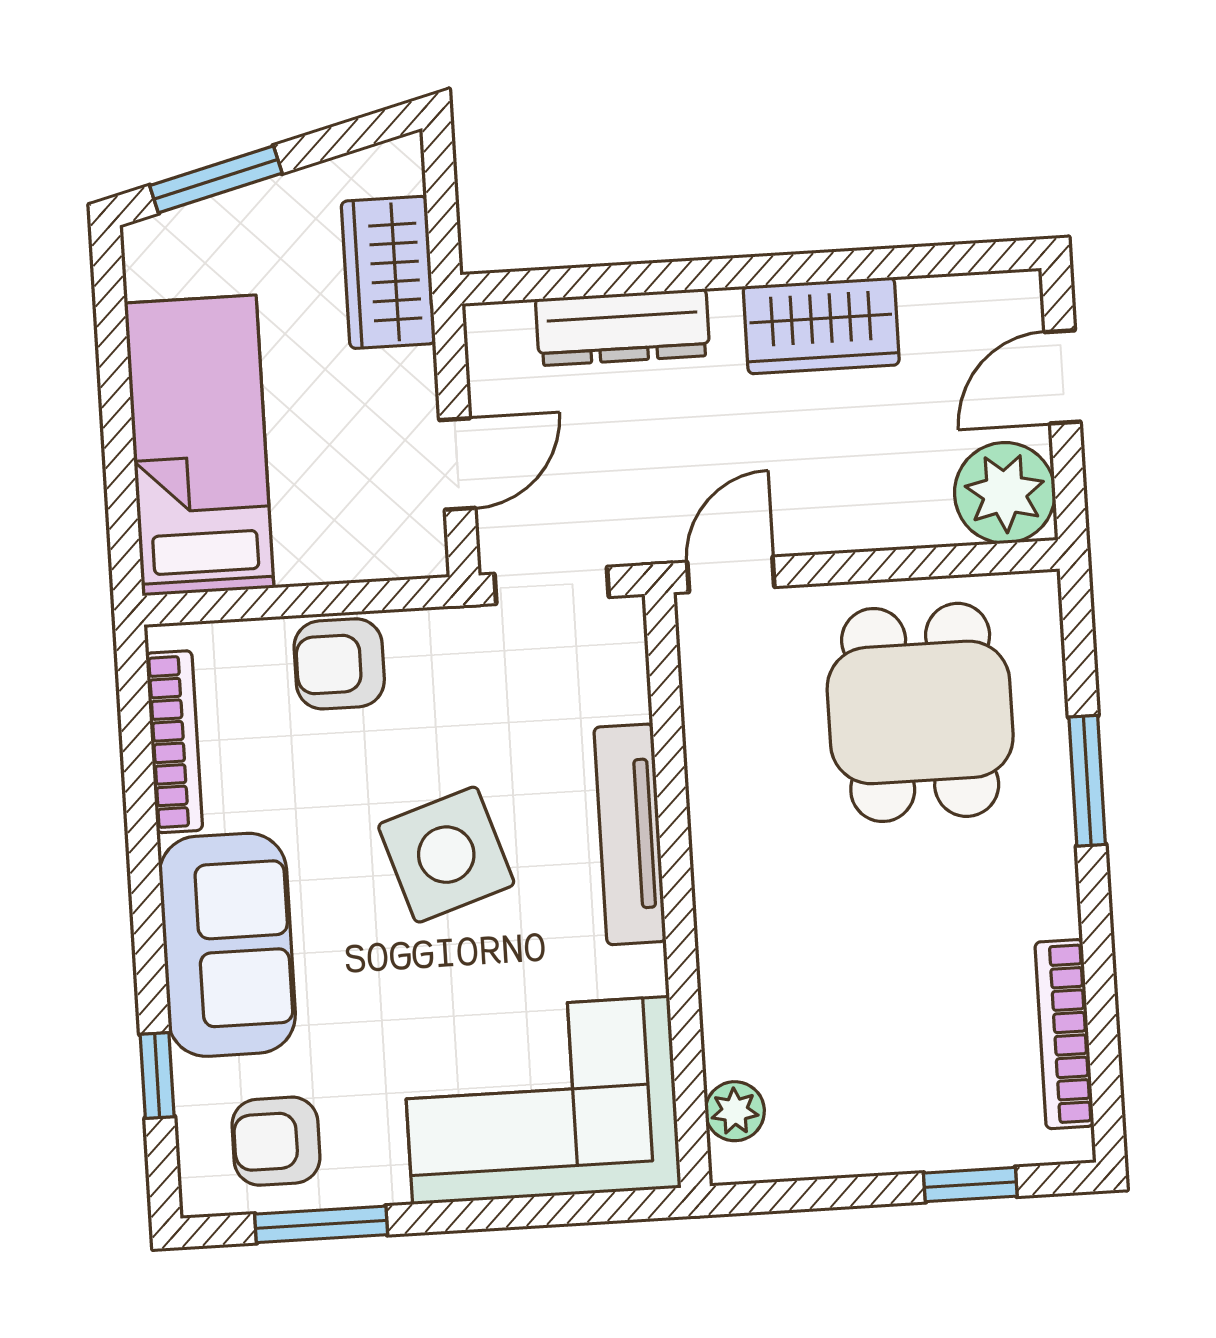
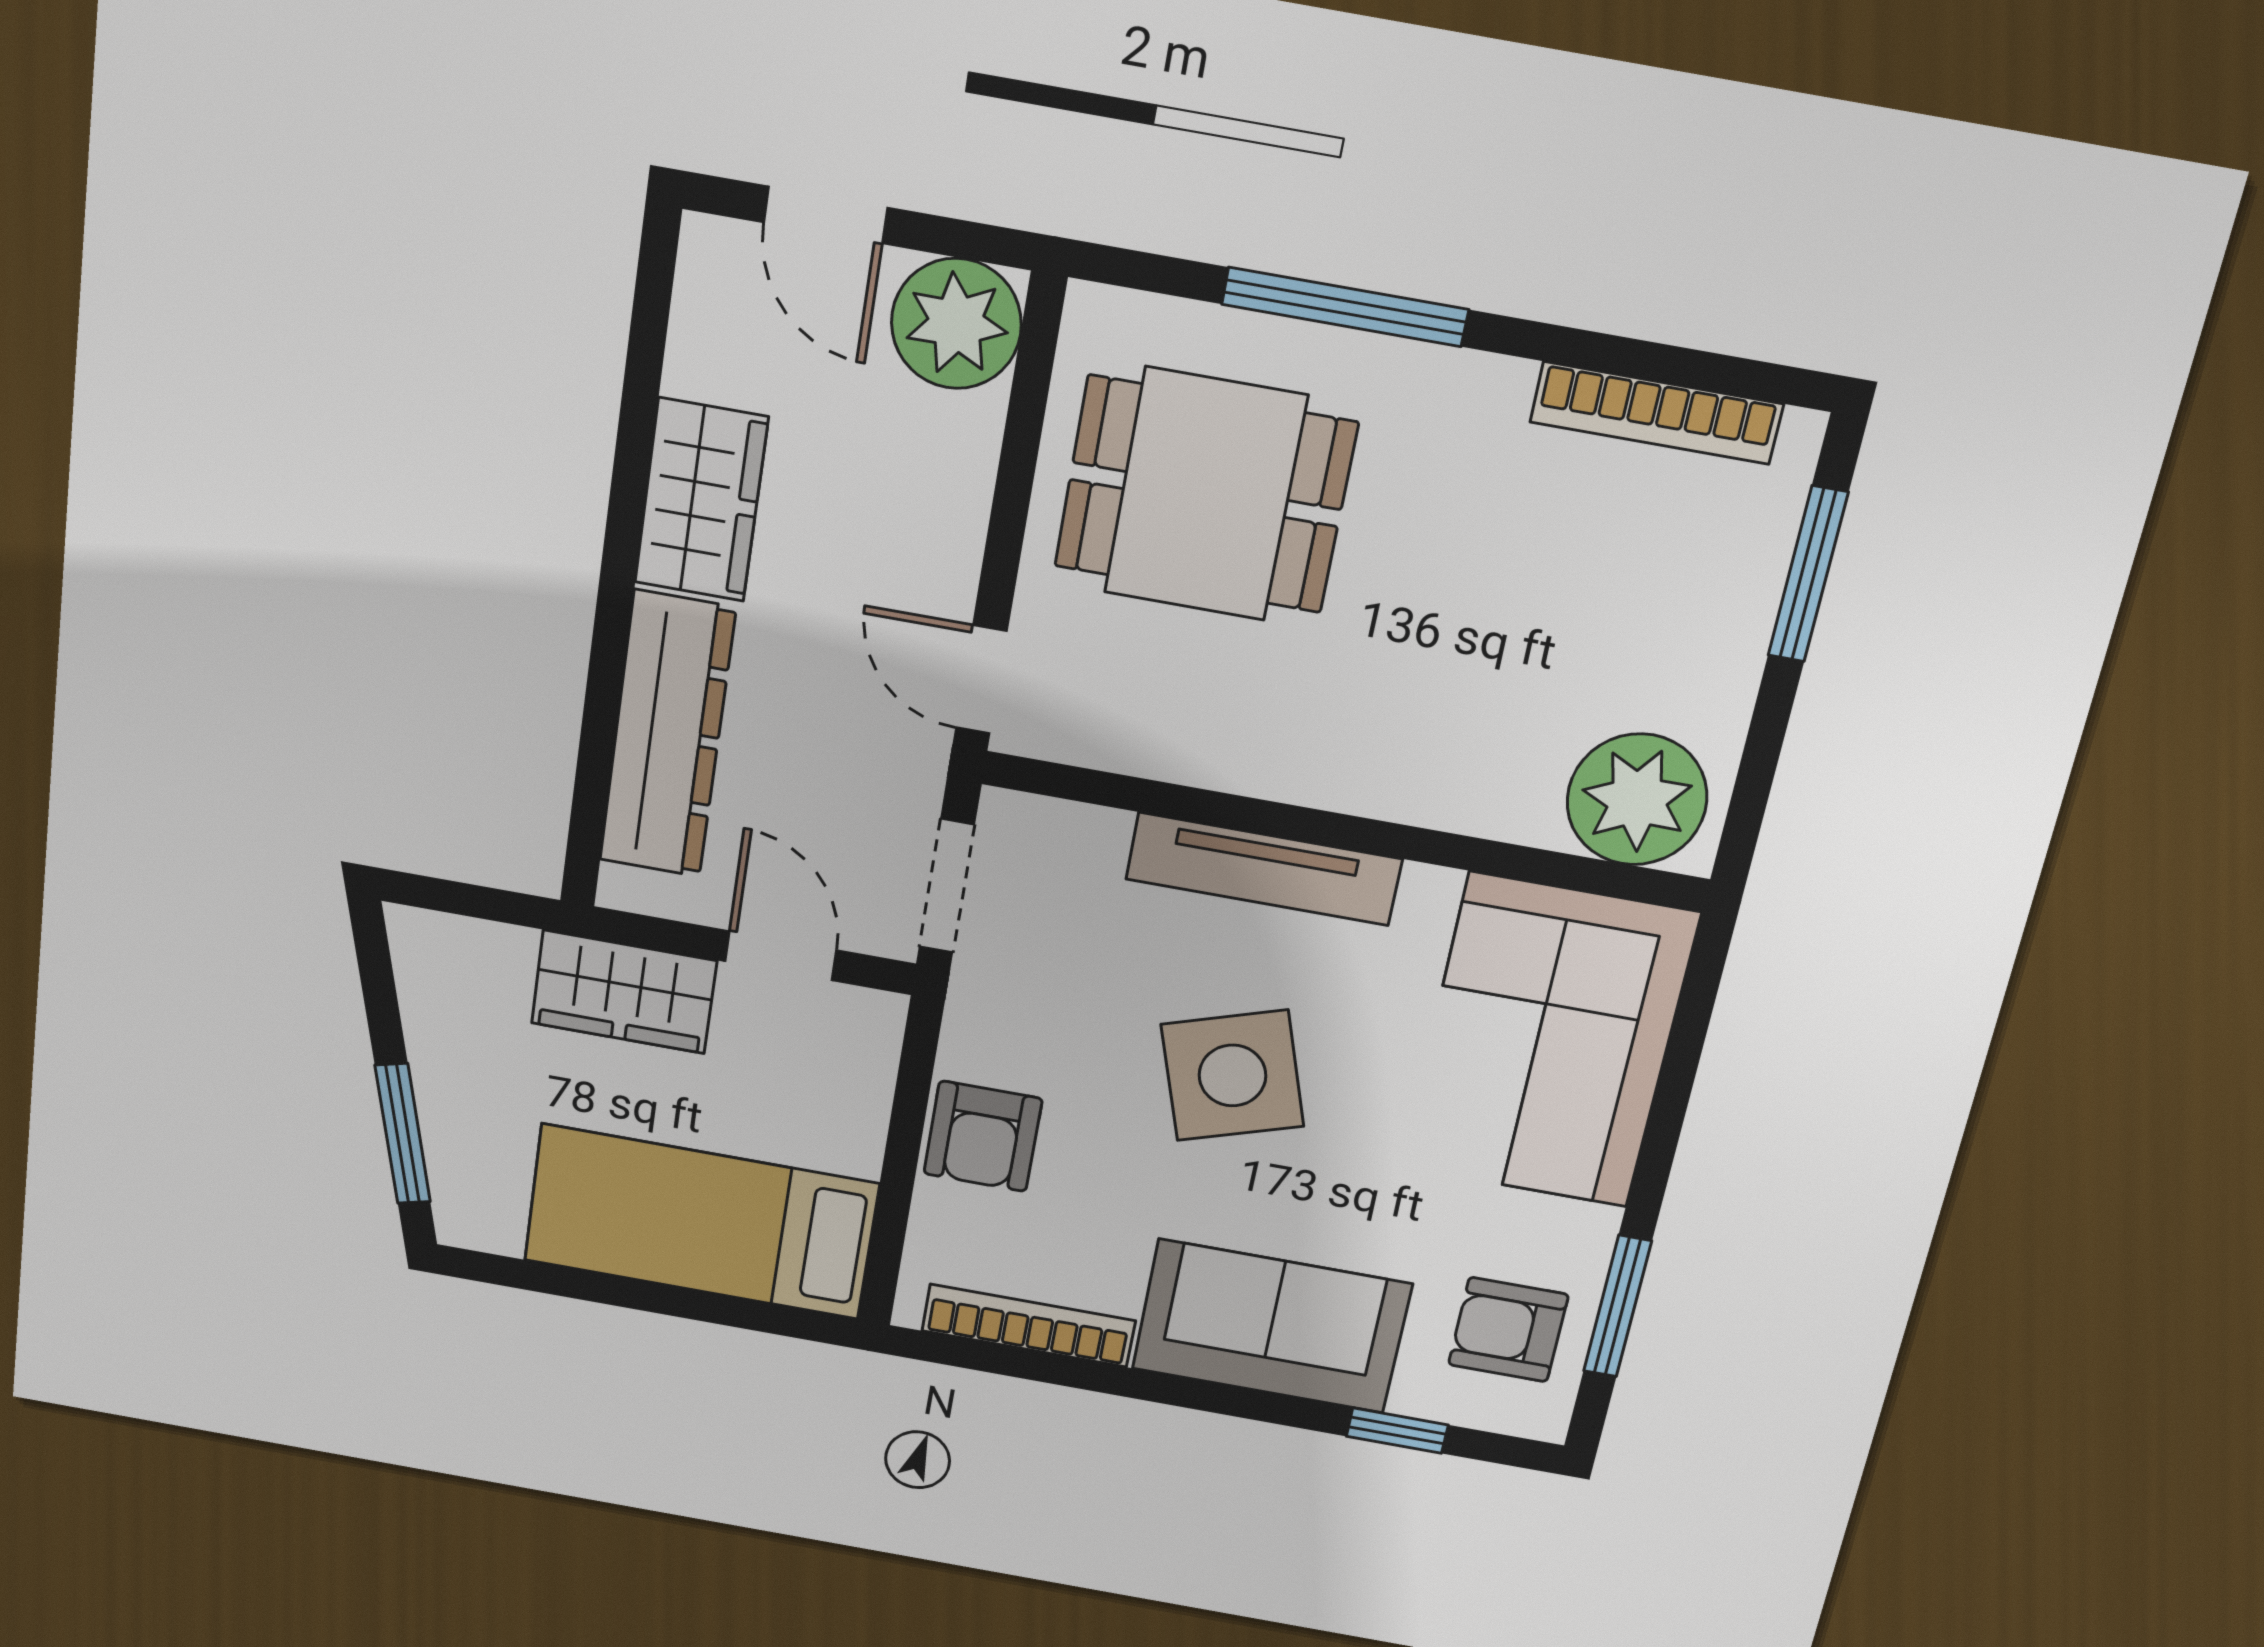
wardrobe: (388, 272) -> (624, 992), moved
dresser: (623, 327) -> (667, 735), width x1.37, depth x1.24
window: (1087, 781) -> (1345, 307), width x1.44
plant: (735, 1111) -> (1637, 800), width x1.88, depth x1.88
armchair: (276, 1141) -> (1508, 1330), turned 90
window: (970, 1185) -> (1808, 574), width x1.50

